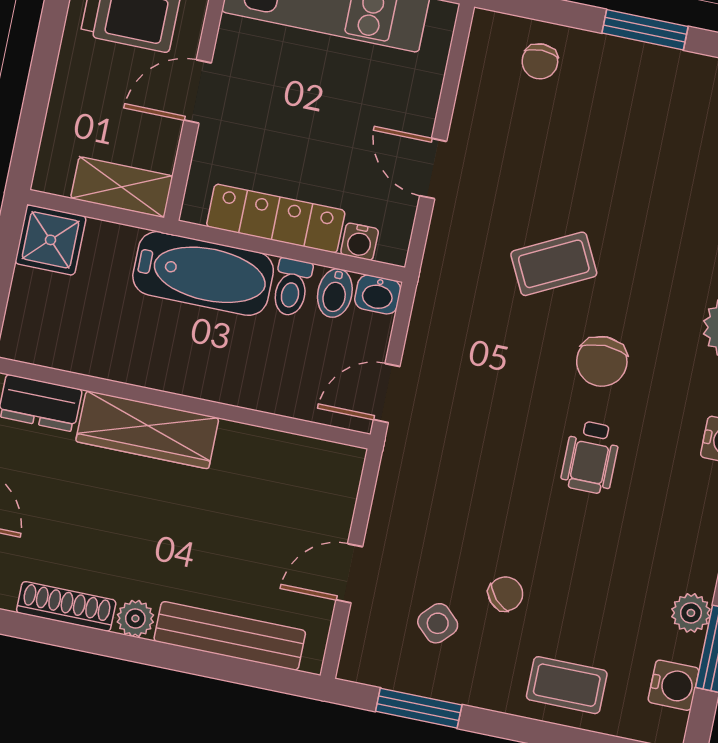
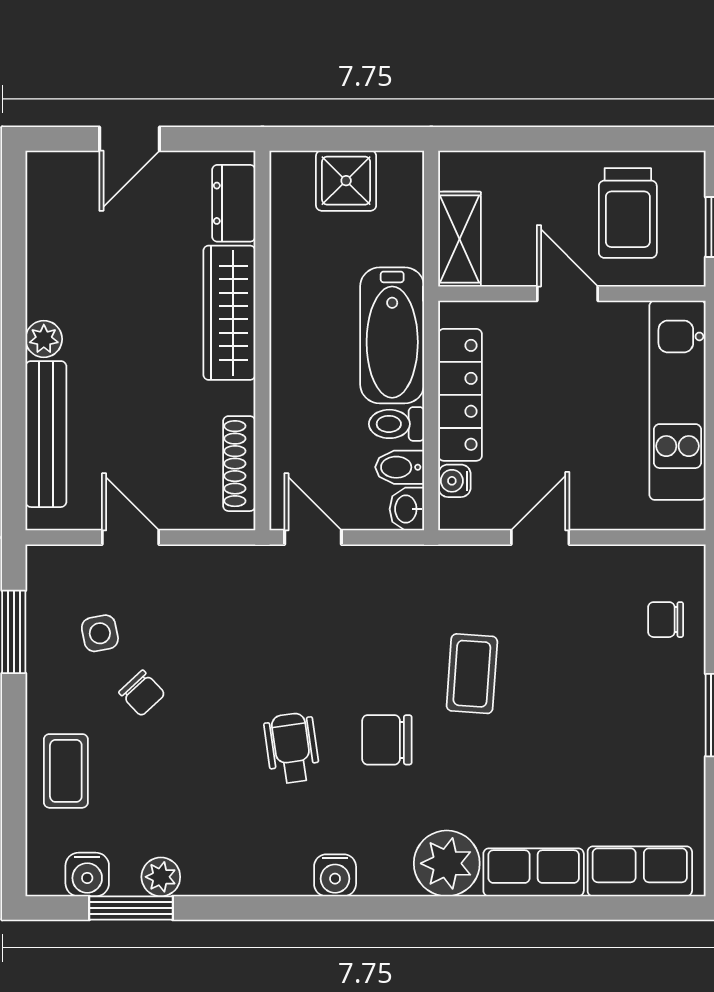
shower: (51, 240) -> (346, 181), moved
coffee table: (554, 264) -> (472, 674), turned 31
wheelchair: (591, 457) -> (292, 748), turned 82
shoe rack: (66, 606) -> (239, 464), moved, turned 180
side table: (438, 623) -> (100, 633), turned 35

